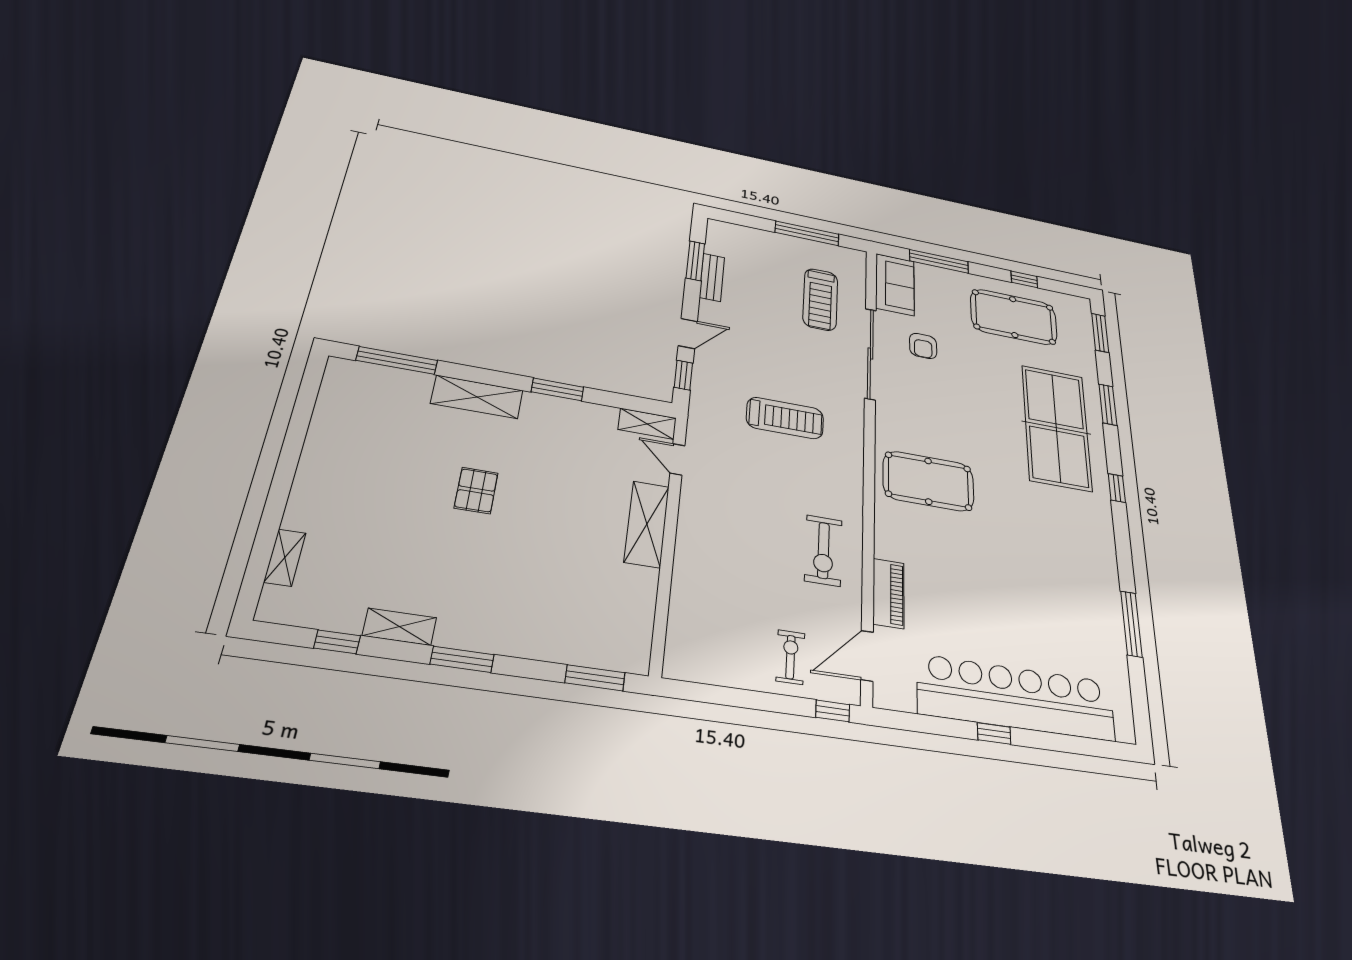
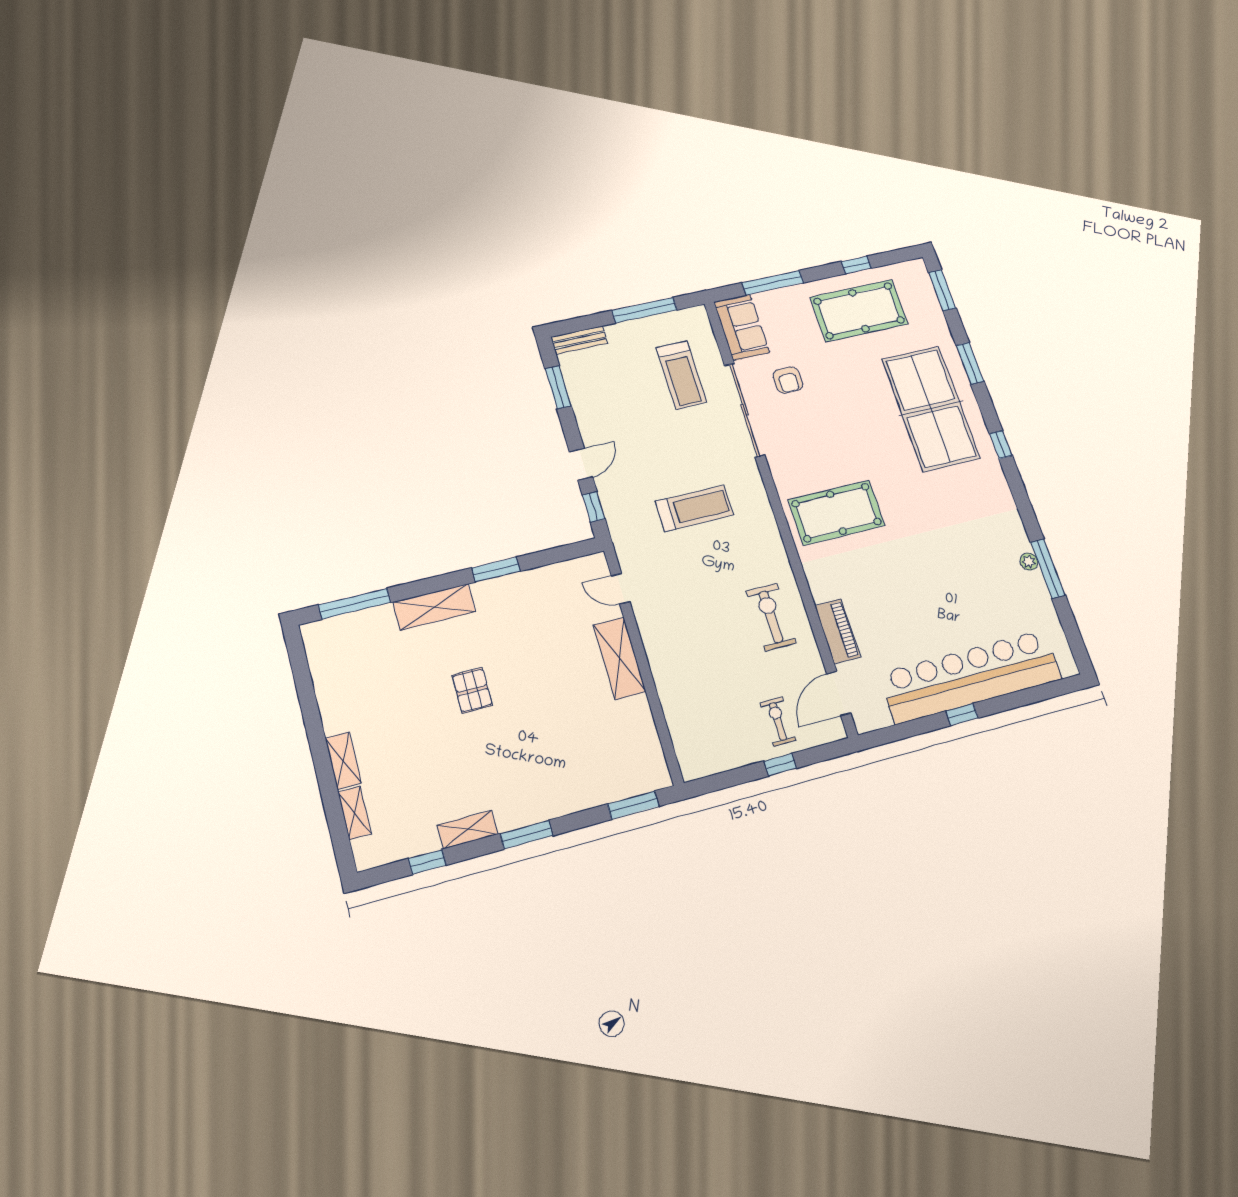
bench: (712, 277) -> (580, 340), moved, turned 90
shelving: (647, 424) -> (343, 761), moved, turned 90
exercise bike: (823, 550) -> (771, 617), turned 180
plant: (1113, 609) -> (1029, 562), added
window: (833, 711) -> (780, 765), moved

